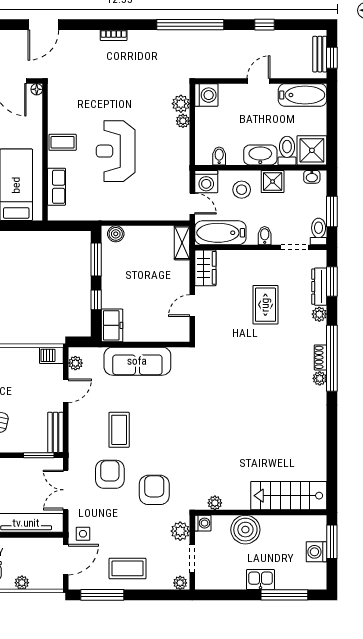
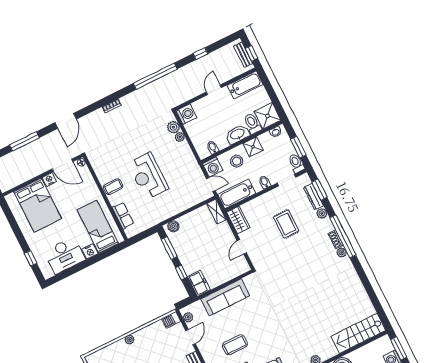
coffee table: (119, 430) -> (235, 345), turned 90

